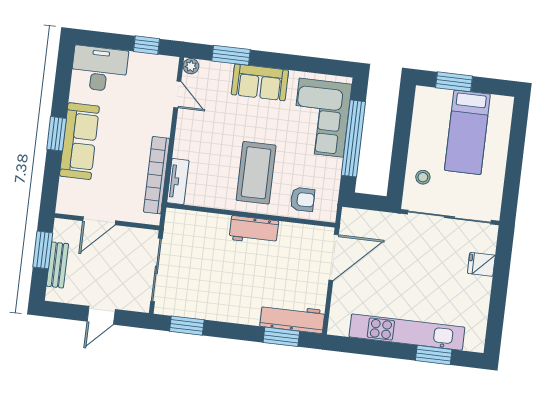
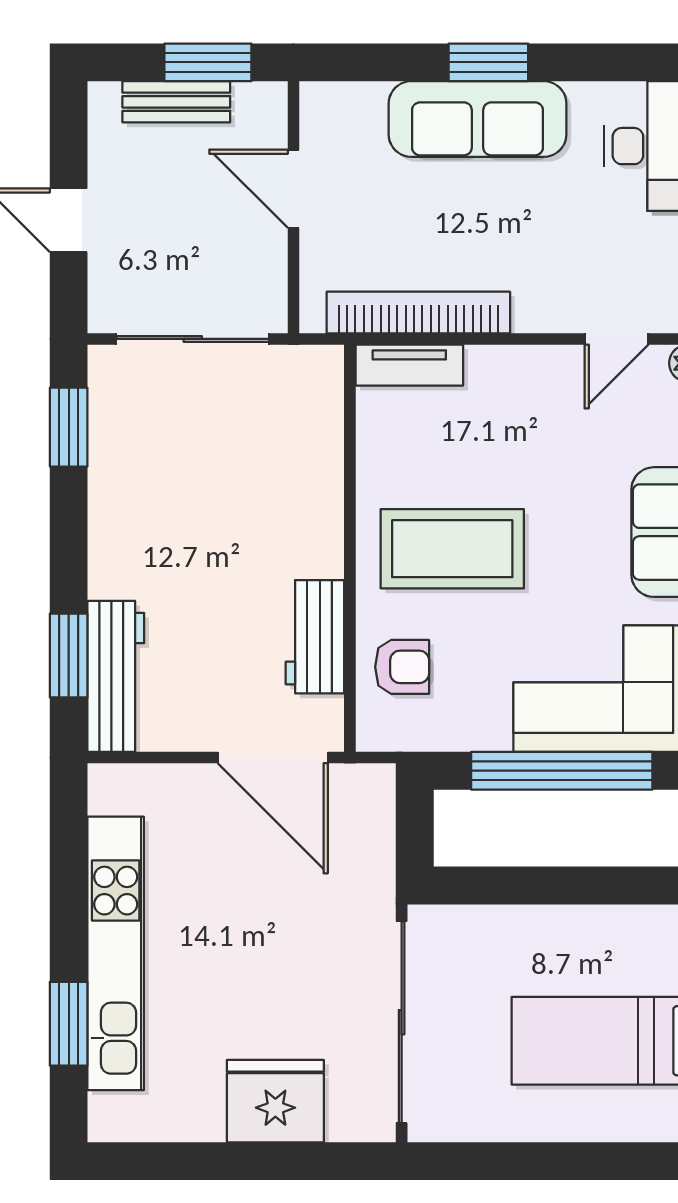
stool: (423, 177) -> (489, 947), removed
armchair: (302, 199) -> (402, 667), turned -90
workbench: (254, 230) -> (315, 637), moved
fridge: (481, 264) -> (275, 1101), width x1.88, depth x1.34

